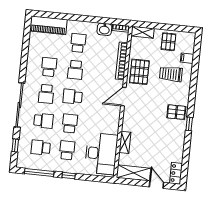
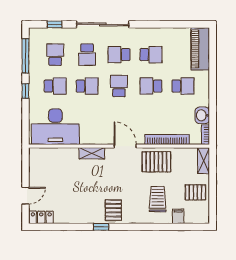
shelving: (125, 142) -> (92, 153), moved
shelving: (134, 173) -> (36, 167), removed

